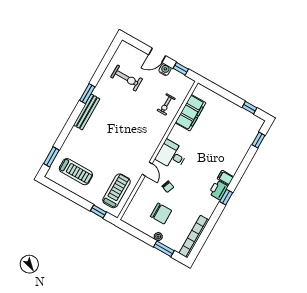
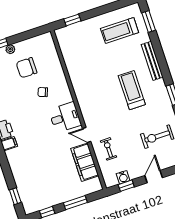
water cooler: (165, 70) -> (123, 177), moved
window: (225, 94) -> (75, 203), added
bench: (87, 112) -> (152, 61), moved
door: (147, 169) -> (87, 135), moved
treadmill: (116, 191) -> (132, 90), moved, turned 180

